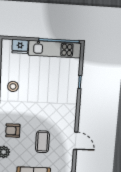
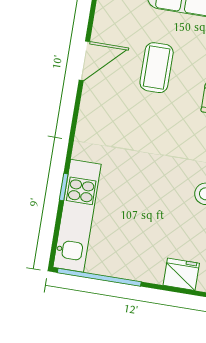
kitchen unit: (55, 49) -> (77, 216), moved, turned 90
door: (76, 141) -> (84, 61), swing flipped

